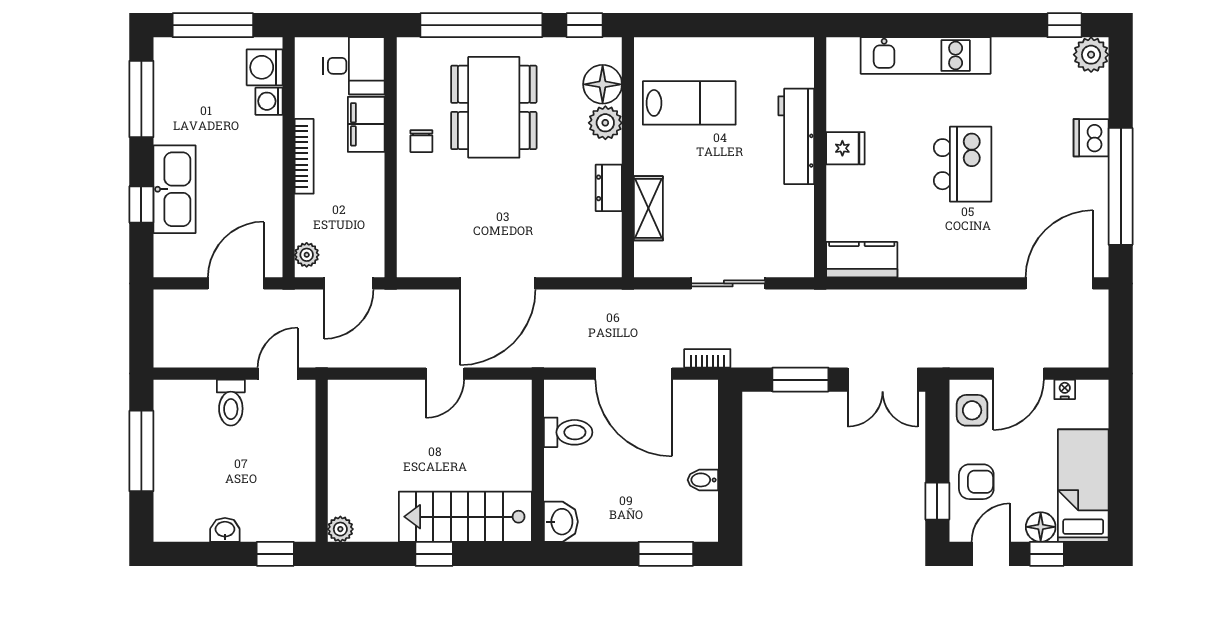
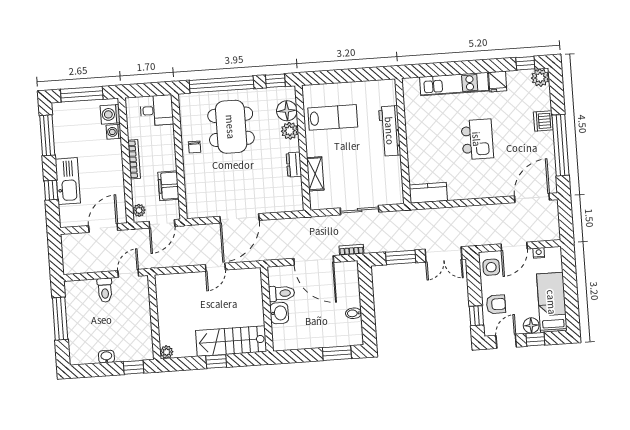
filing cabinet: (366, 124) -> (168, 186), moved
fridge: (845, 148) -> (498, 82), moved, turned 90
washbasin: (561, 522) -> (279, 313), moved

